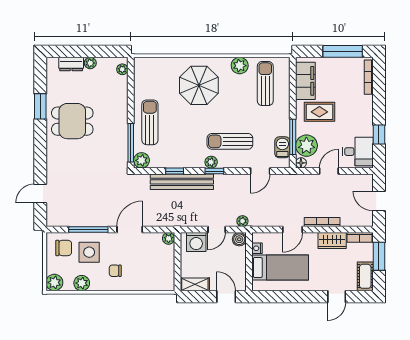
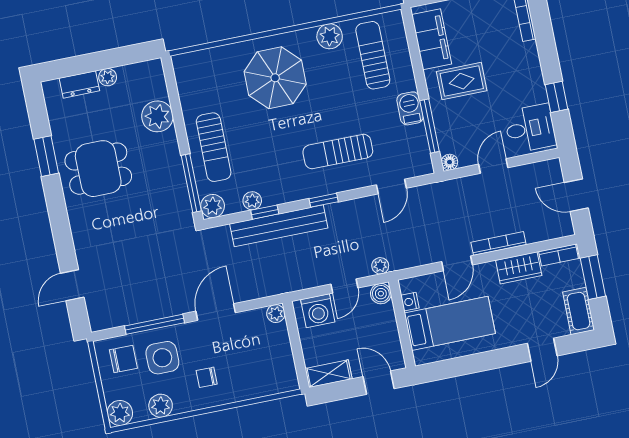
plant: (122, 69) -> (157, 116), moved, width x1.87, depth x1.87
sun lounger: (150, 122) -> (214, 147), turned 180
plant: (306, 146) -> (452, 135), removed
barbecue: (282, 147) -> (410, 108), moved
plant: (211, 162) -> (252, 201), moved

